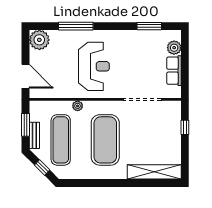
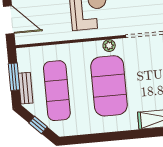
plant: (78, 106) -> (109, 46), moved

